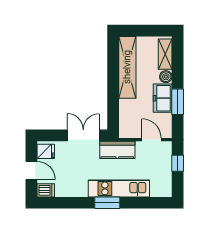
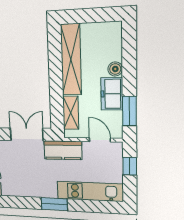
shelving: (165, 54) -> (71, 113), moved
window: (178, 102) -> (129, 111), moved
kitchen unit: (119, 188) -> (90, 191), moved

